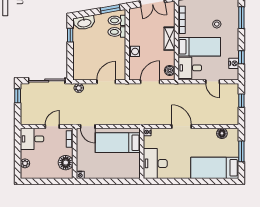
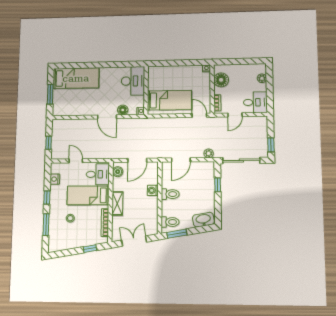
toilet: (117, 32) -> (170, 194), moved
window: (70, 35) -> (218, 185), moved
window: (241, 57) -> (47, 197), moved
floor lamp: (222, 133) -> (123, 110), moved

